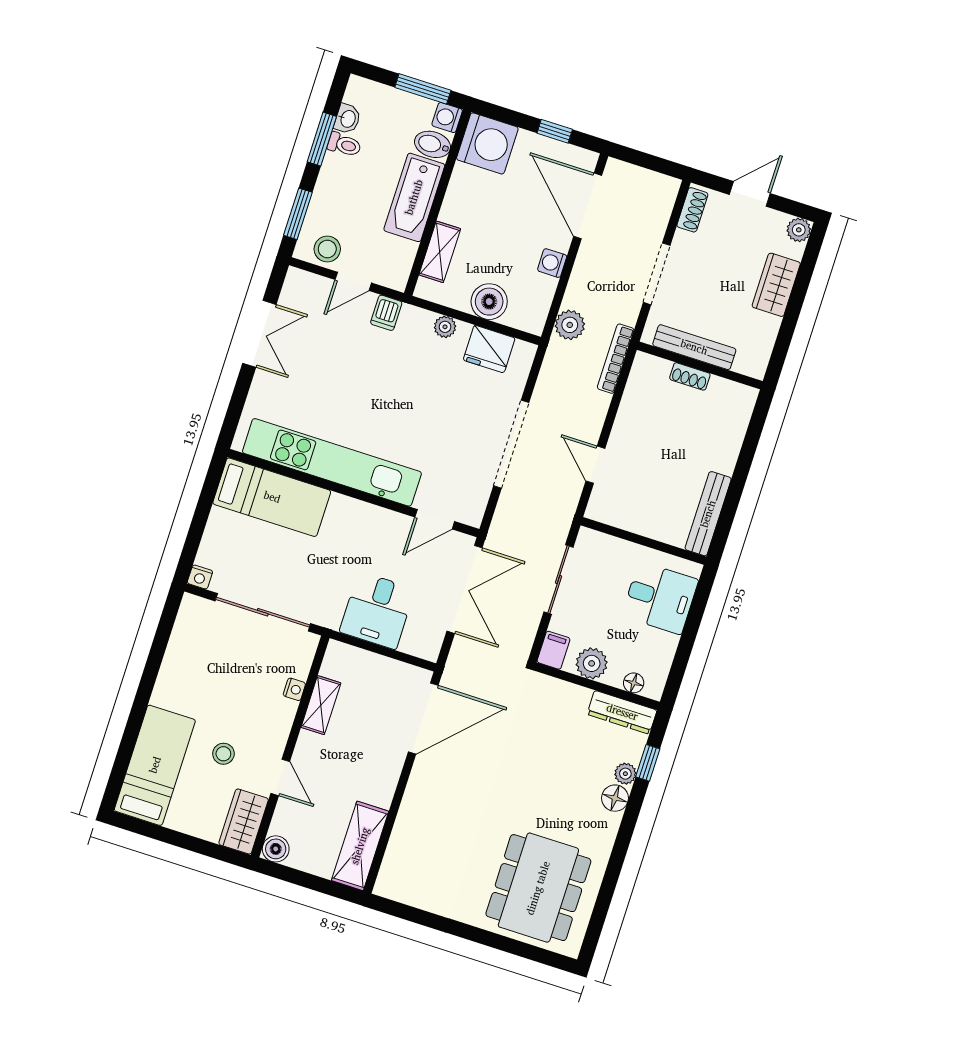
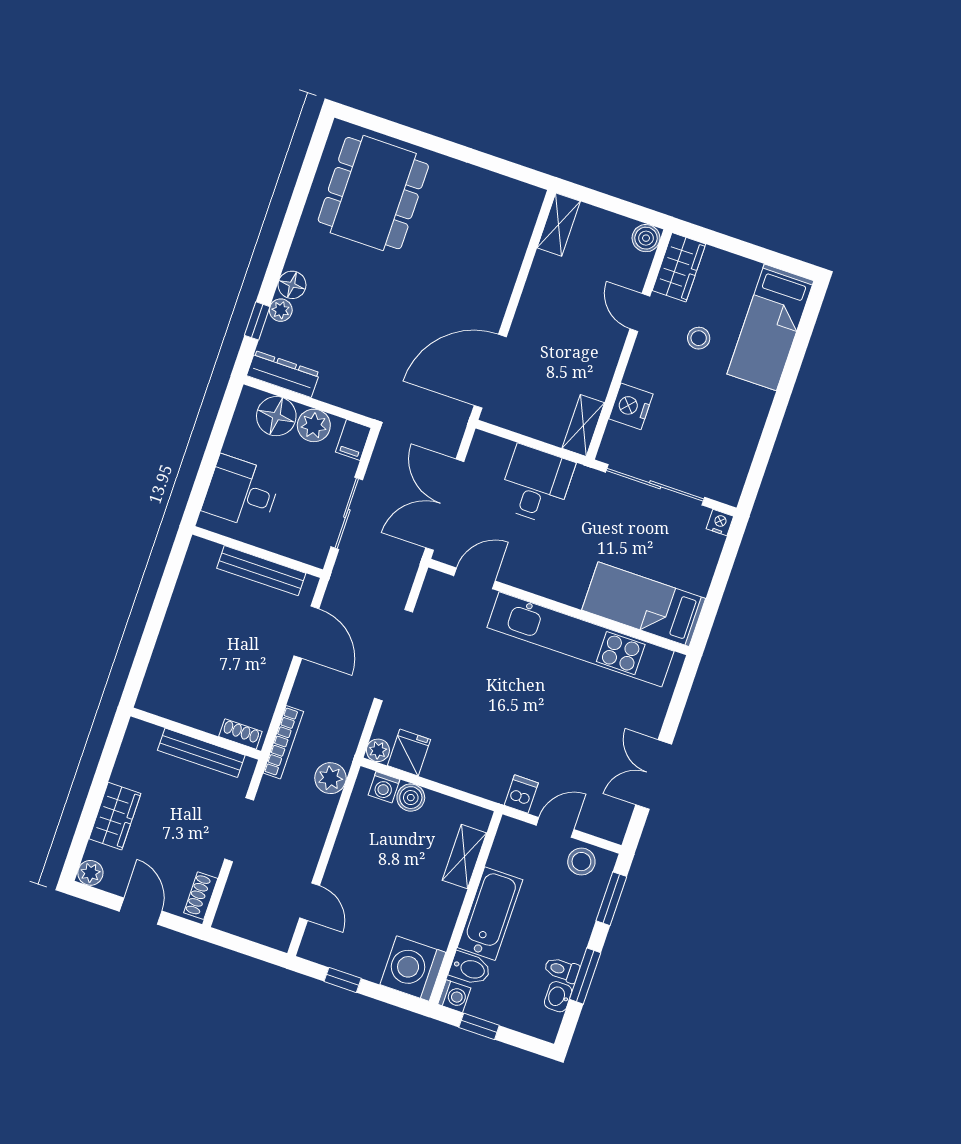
window: (423, 89) -> (479, 1026), width x0.67
door: (750, 194) -> (141, 911), swing flipped
door: (588, 206) -> (310, 902), width x0.53
washing machine: (552, 263) -> (384, 787), moved, turned 90
boiler: (489, 302) -> (411, 798), width x0.73, depth x0.73
plant: (445, 327) -> (378, 750), moved
fridge: (489, 349) -> (409, 752), width x0.72
shoe rack: (690, 376) -> (240, 734), moved
door: (595, 465) -> (306, 632), width x1.37
bench: (708, 514) -> (261, 571), moved, turned 90
floor lamp: (634, 683) -> (276, 416), width x1.89, depth x1.89
nightstand: (294, 689) -> (631, 406), width x1.89, depth x1.79
shelving: (321, 705) -> (583, 425), moved
shelving: (360, 846) -> (559, 225), width x0.67, depth x0.75

